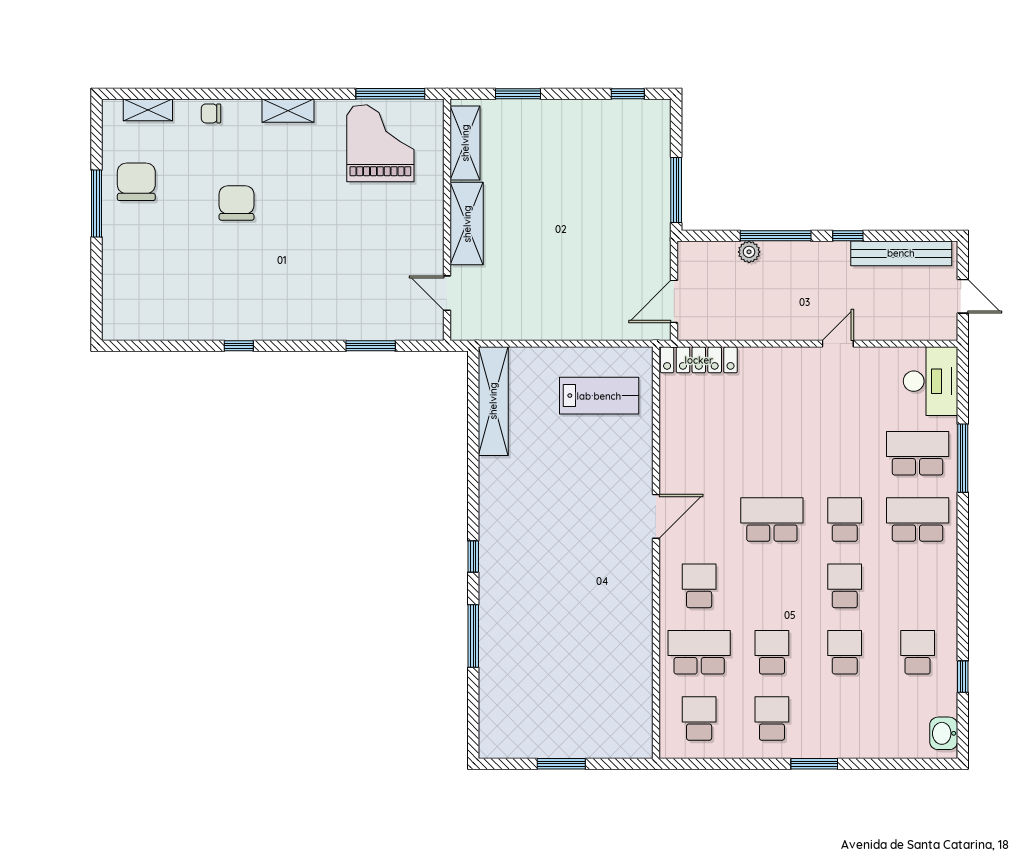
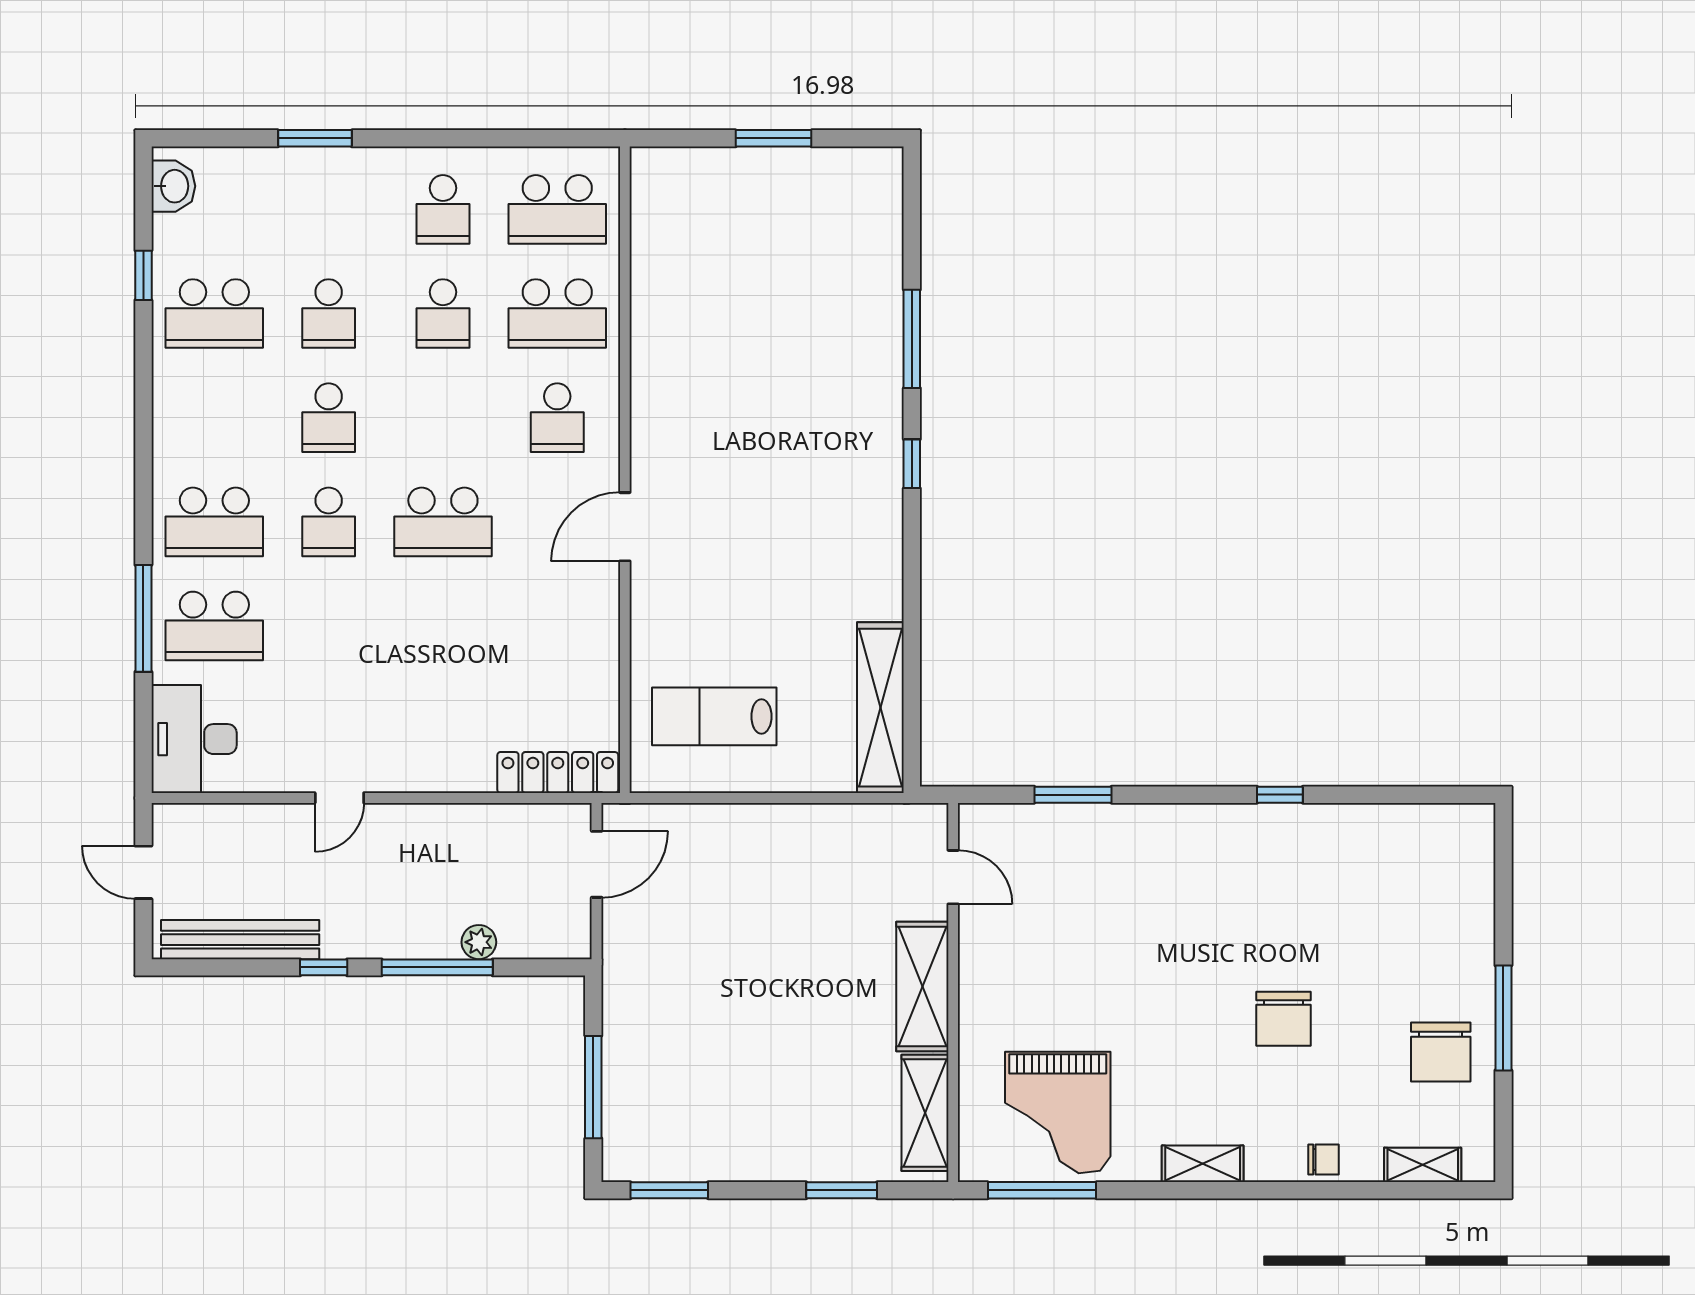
window: (628, 94) -> (669, 1190), width x1.50
window: (676, 190) -> (593, 1087), moved
school desk: (918, 652) -> (214, 314), width x1.85
school desk: (699, 719) -> (557, 209), width x1.85
window: (814, 764) -> (315, 138), moved

